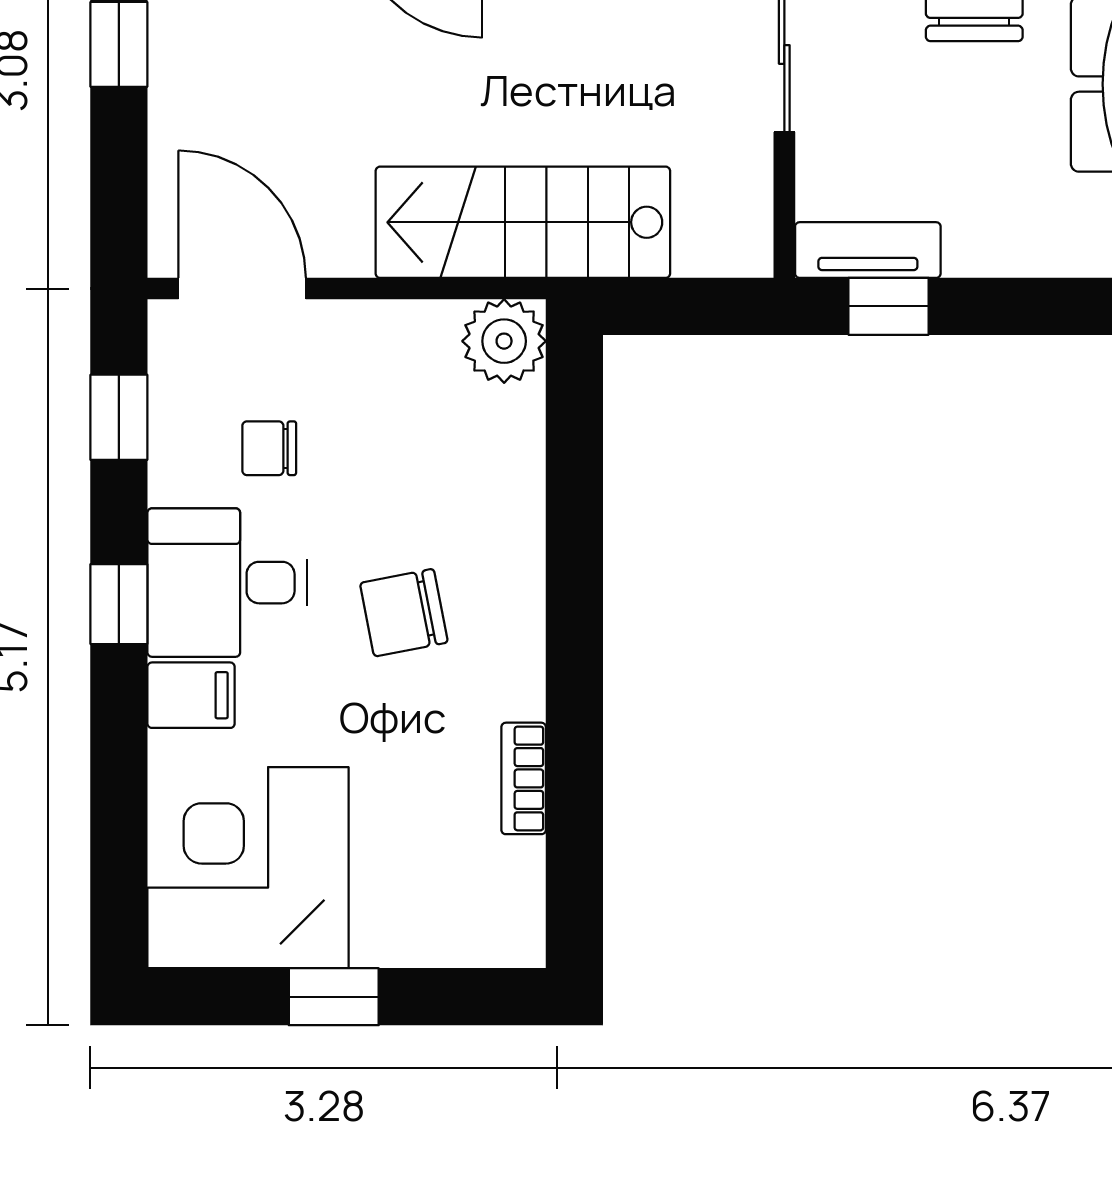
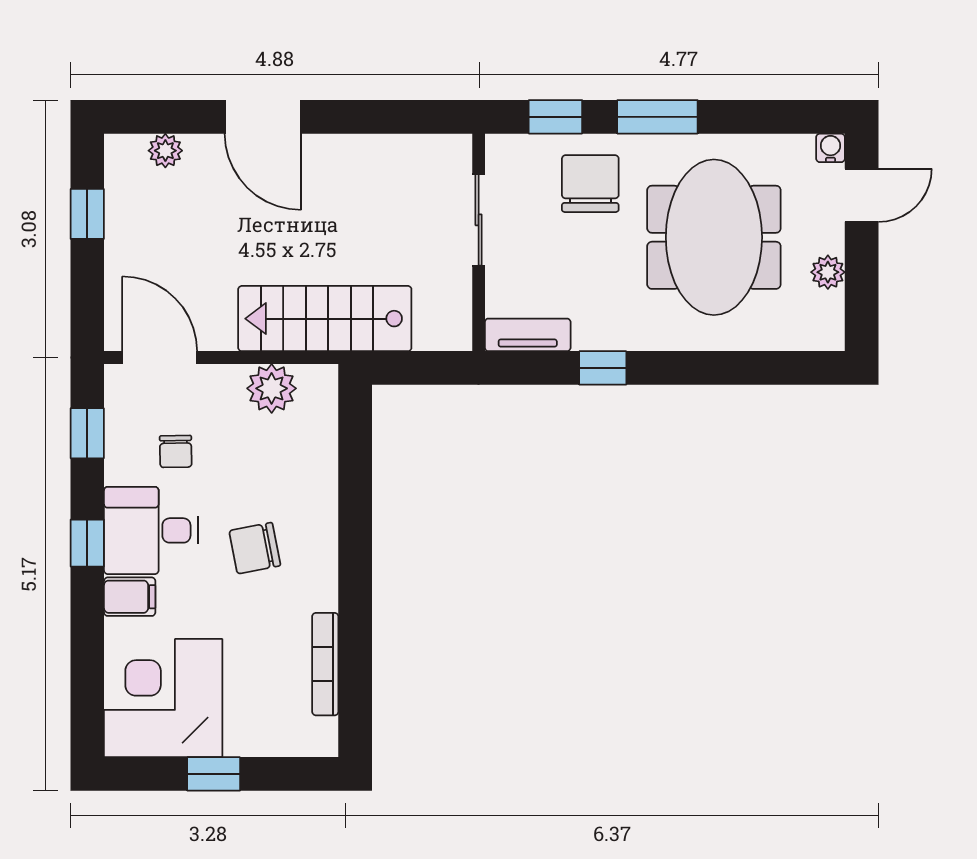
window: (889, 306) -> (603, 368), moved
plant: (504, 341) -> (272, 388), moved
chair: (269, 448) -> (176, 451), turned -91
bookcase: (524, 778) -> (325, 664), width x1.56

